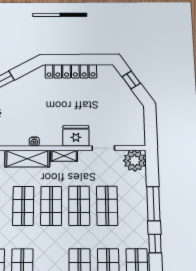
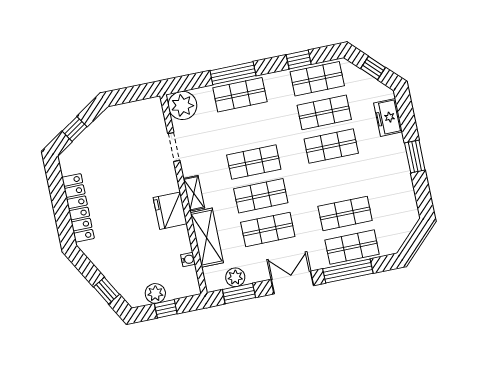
fridge: (76, 136) -> (170, 211), moved
water cooler: (34, 142) -> (188, 259), moved
shop shelf: (107, 206) -> (240, 95), moved
window: (155, 244) -> (299, 59), moved

